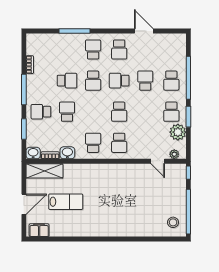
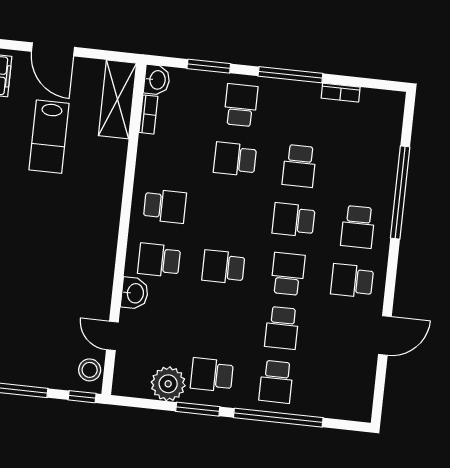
window: (75, 31) -> (400, 192), width x1.46
school desk: (93, 49) -> (358, 227), turned 90
school desk: (145, 81) -> (282, 328), turned 90
school desk: (171, 81) -> (276, 382), turned -90
school desk: (67, 112) -> (235, 159), turned 180
washbasin: (67, 153) -> (135, 293), moved
plant: (174, 154) -> (123, 371), removed
door: (158, 161) -> (112, 336), hinge flipped
stool: (175, 170) -> (90, 370), added

